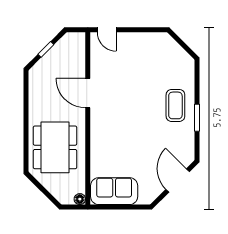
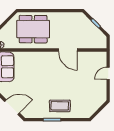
door: (107, 30) -> (108, 73), moved
door: (88, 93) -> (68, 50), swing flipped

